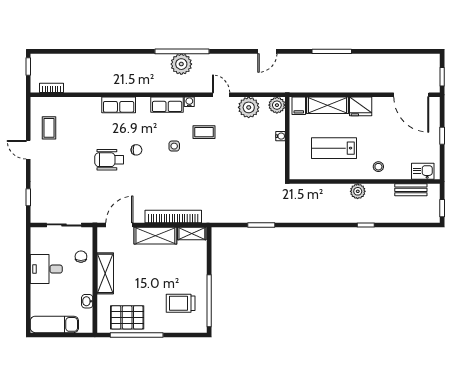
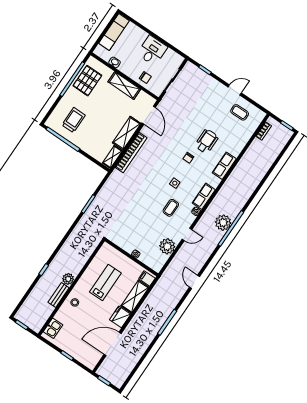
door: (411, 95) -> (113, 344), moved
plant: (277, 105) -> (157, 265), removed
wheelchair: (109, 160) -> (206, 141), moved
bench: (411, 190) -> (59, 295), moved

